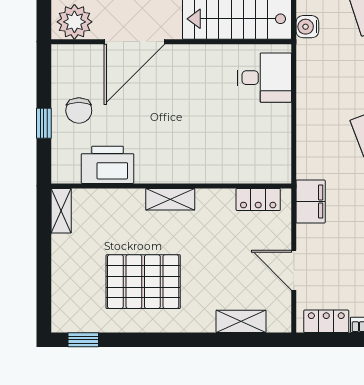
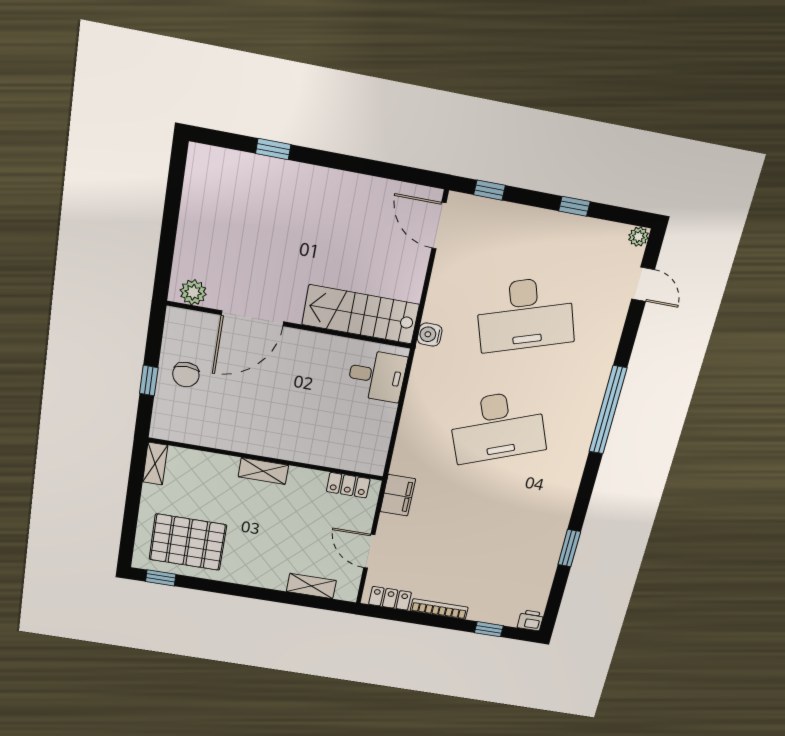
plant: (74, 22) -> (193, 292), width x0.73, depth x0.73
printer: (108, 165) -> (207, 430), removed
pallet: (143, 282) -> (188, 542), moved

